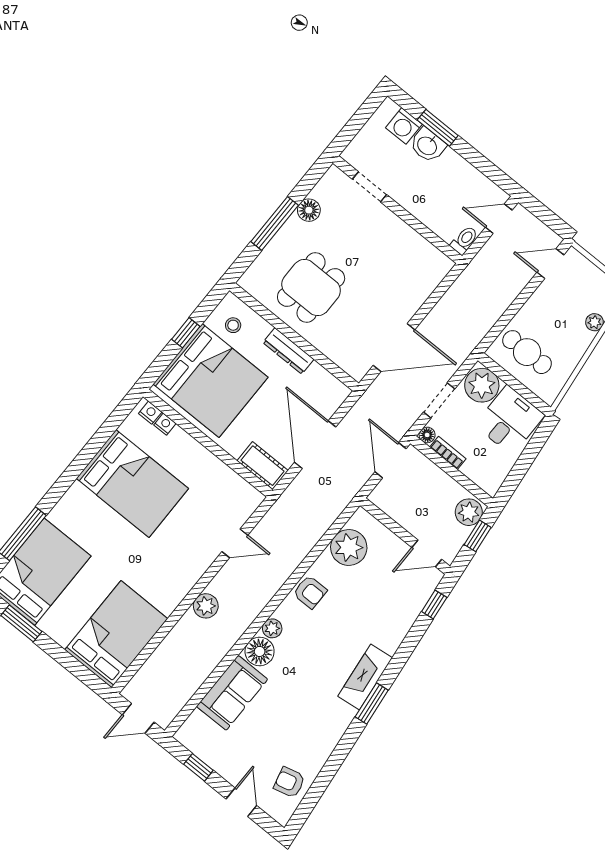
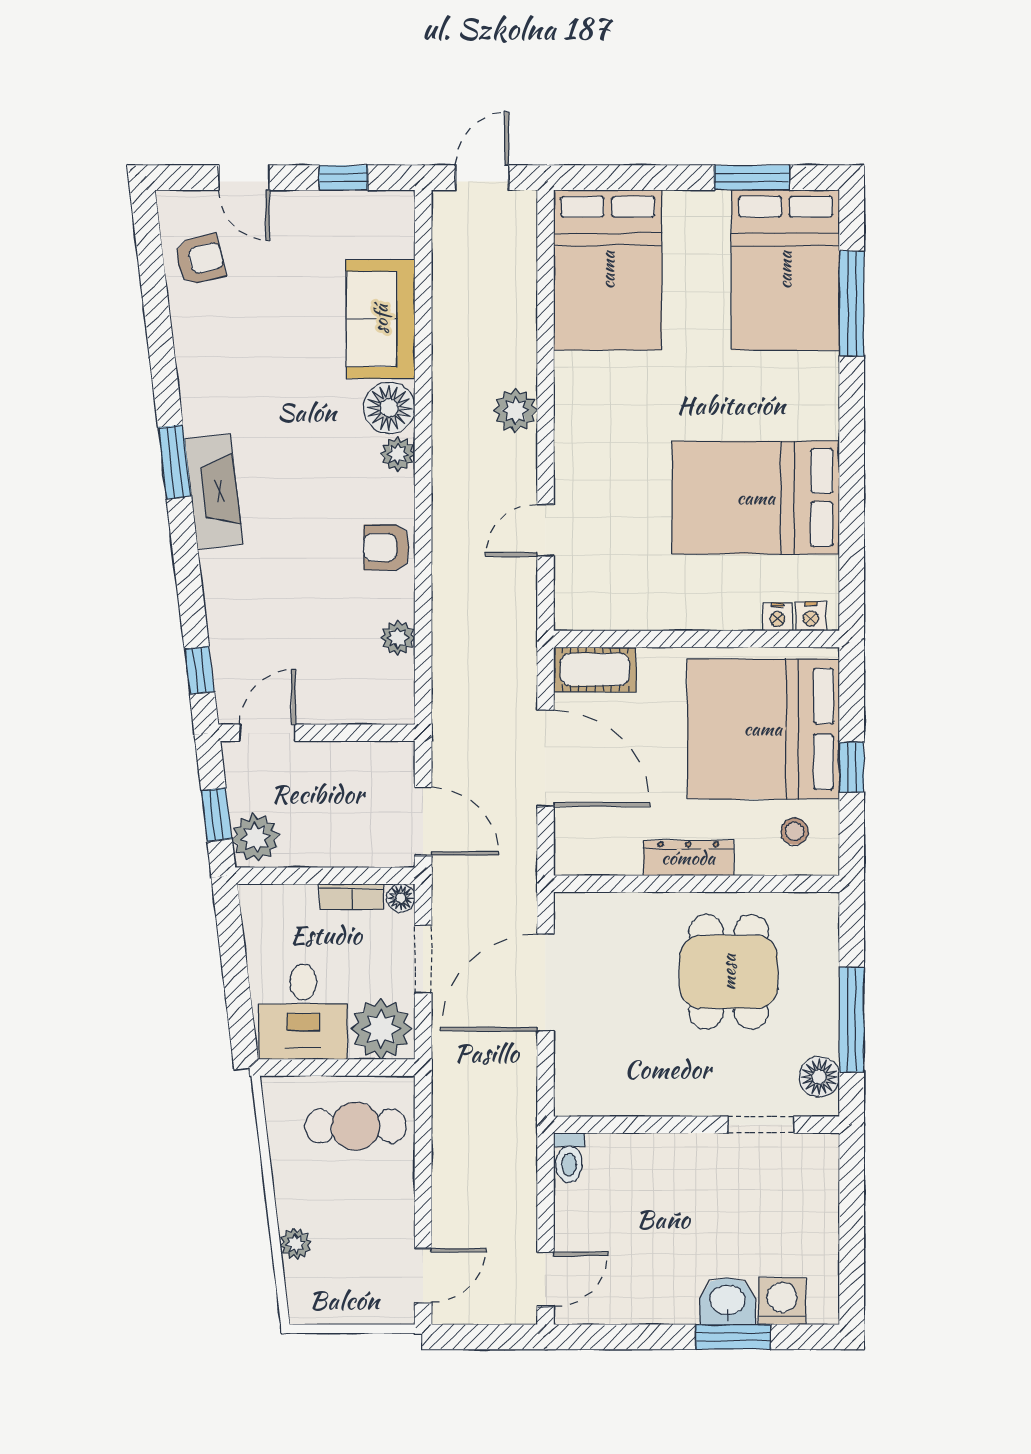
doorway: (370, 187) -> (761, 1125), moved
wall: (397, 210) -> (697, 1125), moved
toilet: (464, 240) -> (569, 1158), moved
plant: (349, 547) -> (398, 638), width x0.53, depth x0.53

